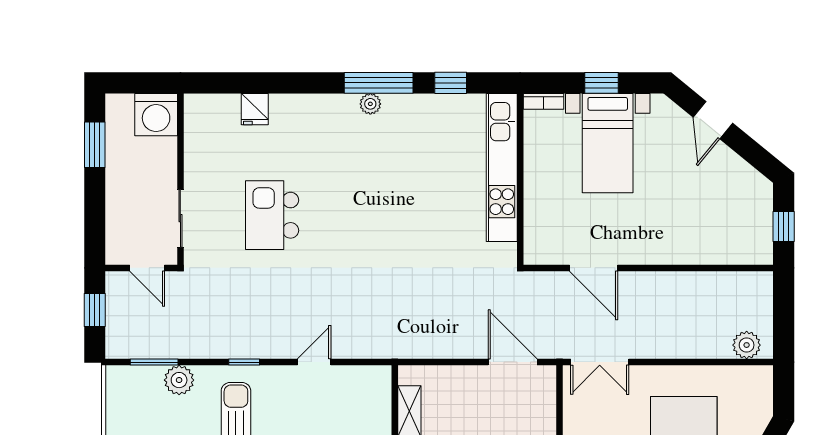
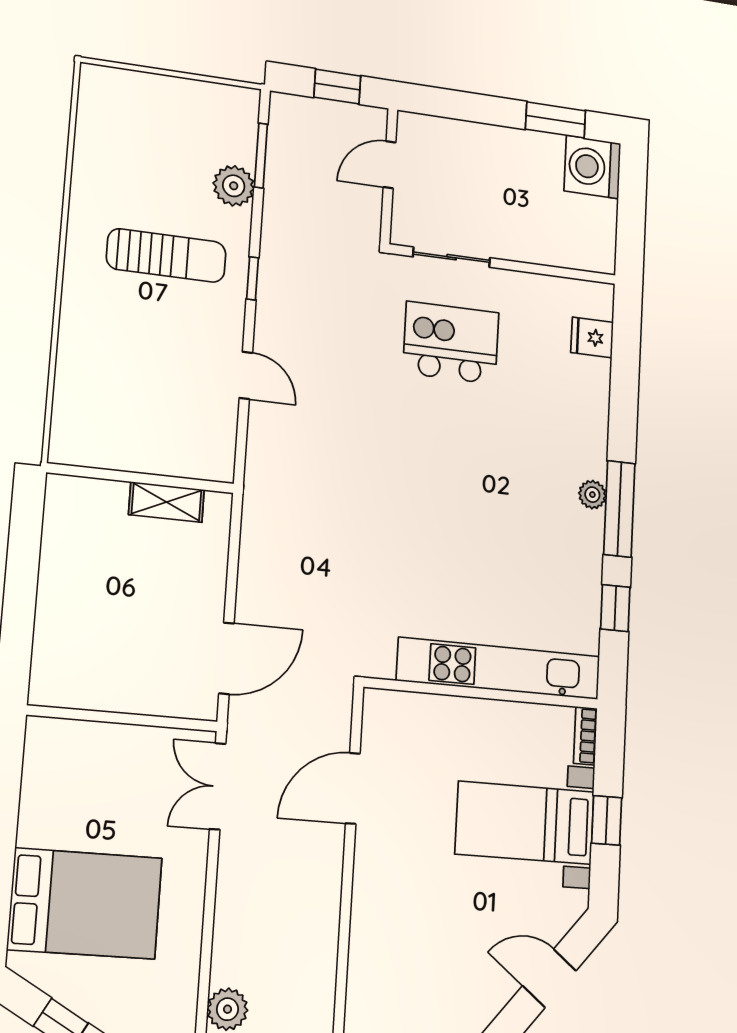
washing machine: (156, 115) -> (592, 167), moved
wall: (180, 179) -> (503, 264), moved
sliding door: (180, 218) -> (452, 257), moved

